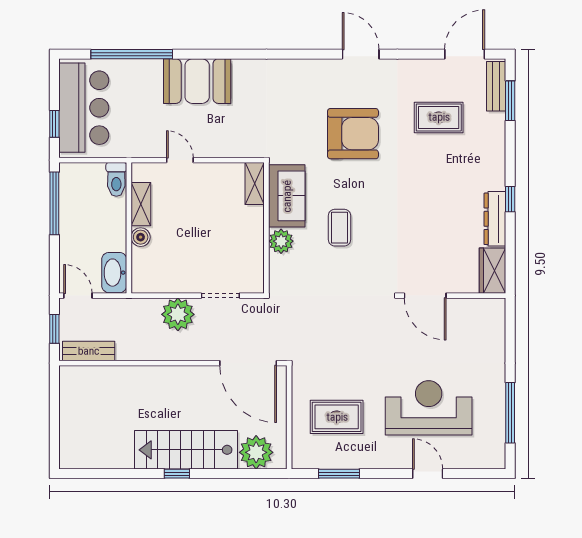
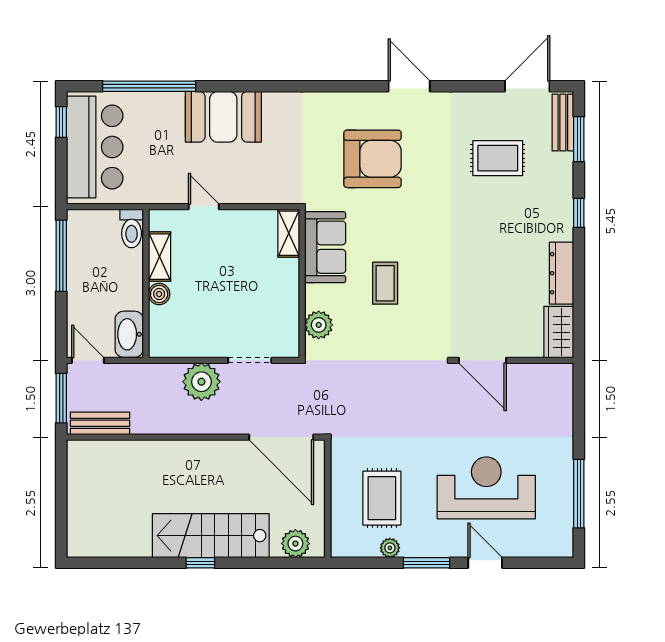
window: (54, 124) -> (61, 122), moved
armchair: (353, 134) -> (373, 159), moved
window: (510, 199) -> (579, 213), moved
plant: (281, 241) -> (319, 325), moved
window: (54, 329) -> (61, 398), width x1.50
rug: (337, 417) -> (382, 498), turned 90
plant: (256, 452) -> (295, 544), width x0.73, depth x0.73
plant: (344, 461) -> (390, 548), added
window: (339, 474) -> (427, 563), moved

